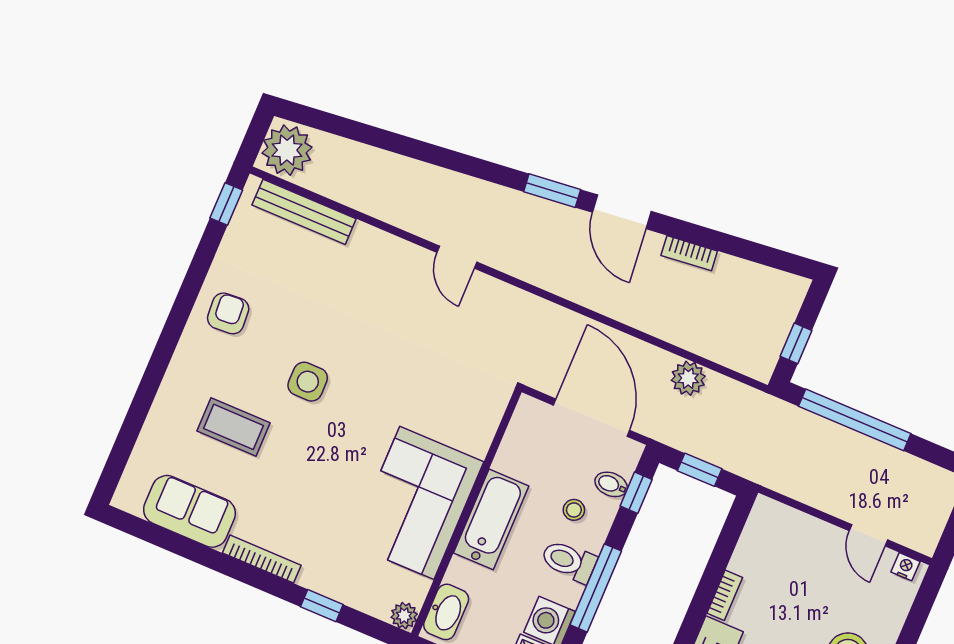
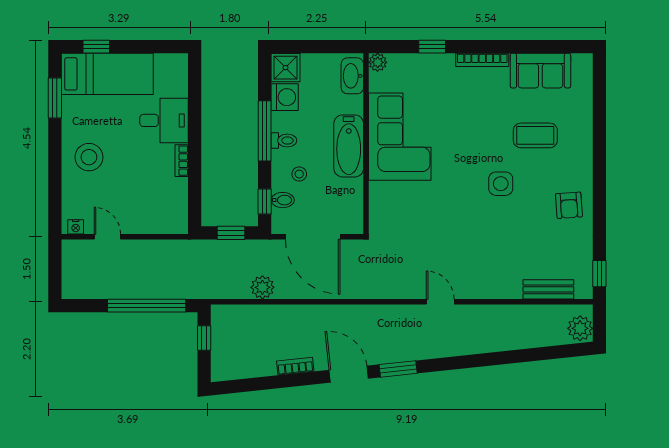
plant: (287, 150) -> (580, 328), width x0.73, depth x0.73
bench: (304, 212) -> (548, 289), width x0.73
toilet: (569, 561) -> (284, 140), width x0.73, depth x0.72

